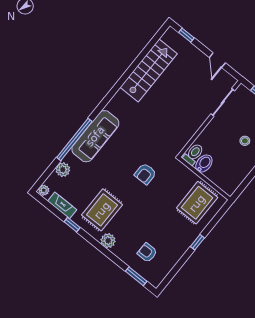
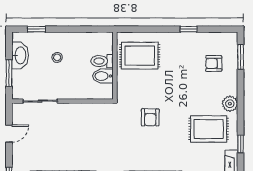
toilet: (193, 154) -> (102, 61), moved
armchair: (145, 174) -> (150, 117), turned 90
window: (197, 242) -> (189, 29), moved
armchair: (147, 253) -> (214, 63), turned 90

